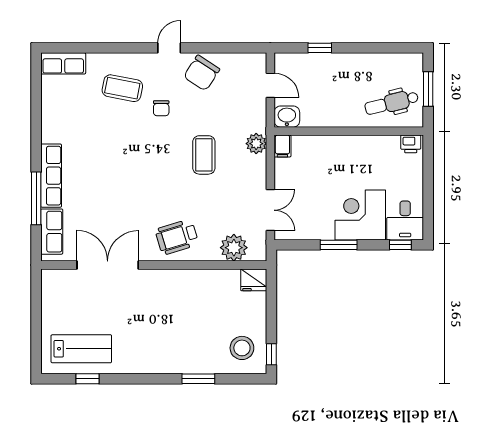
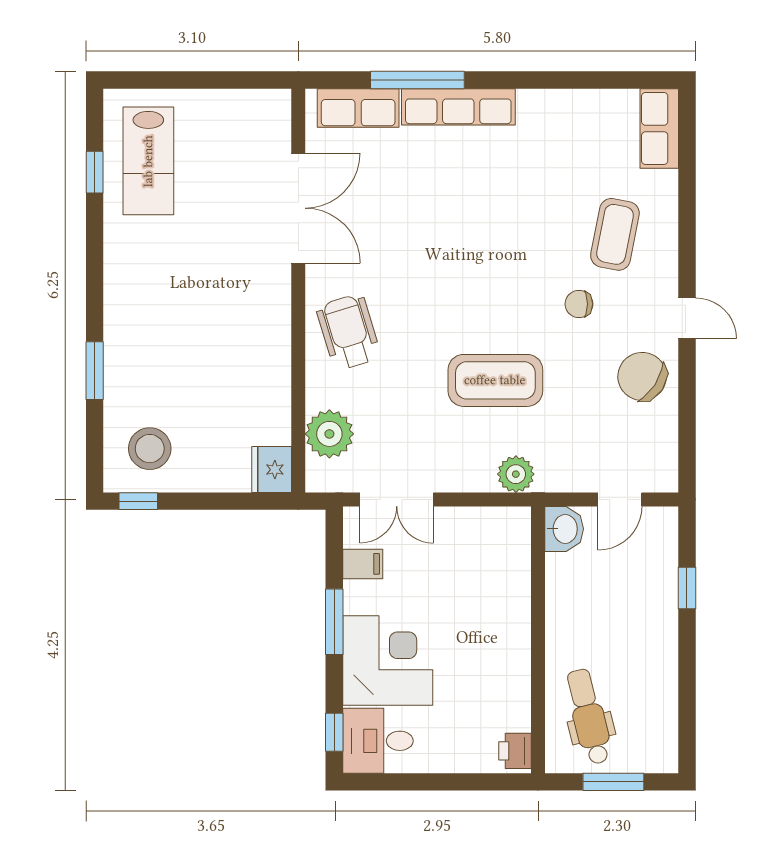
filing cabinet: (282, 146) -> (363, 564), moved, turned 180
coffee table: (204, 155) -> (495, 380), width x1.36, depth x1.32

